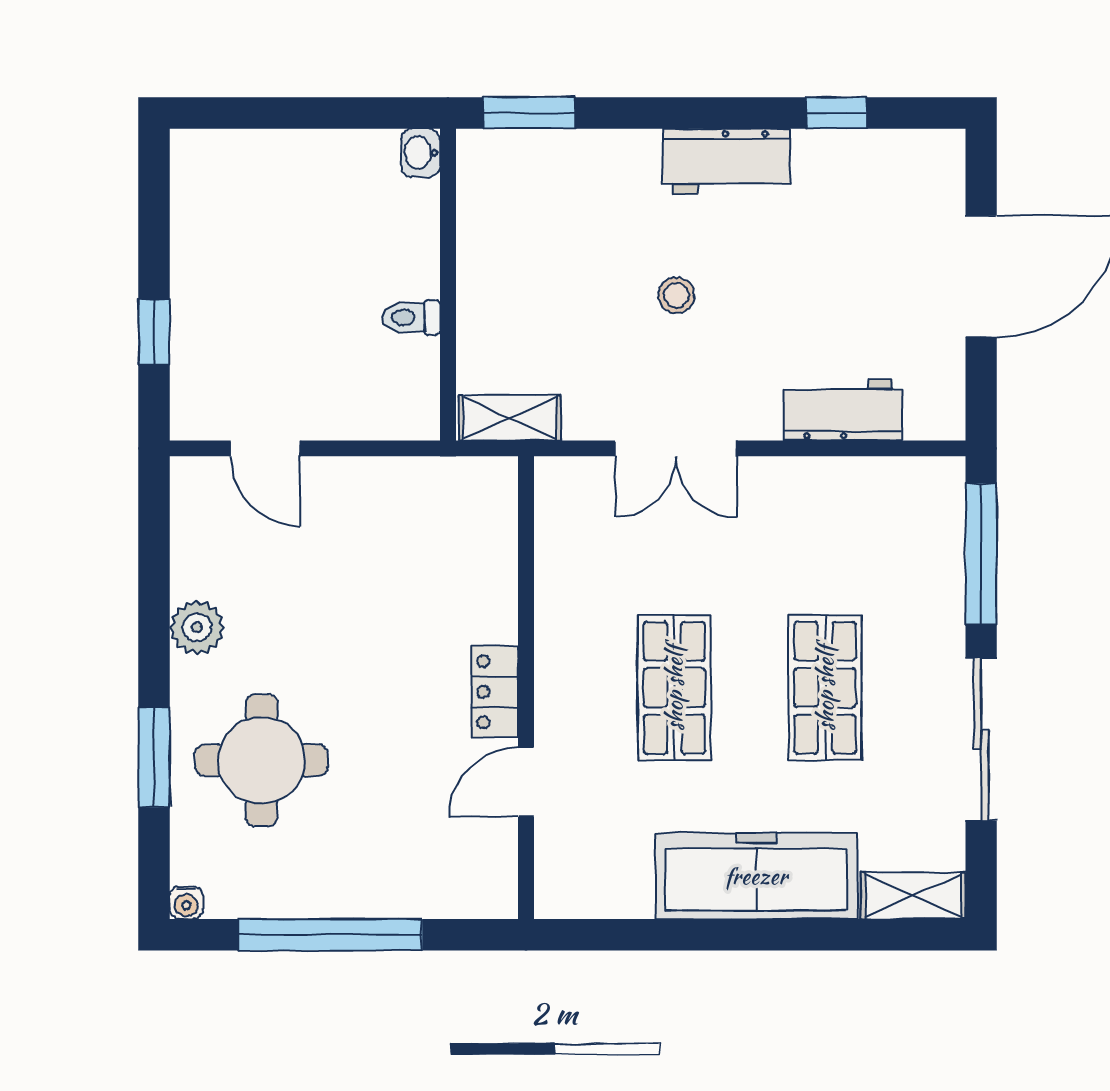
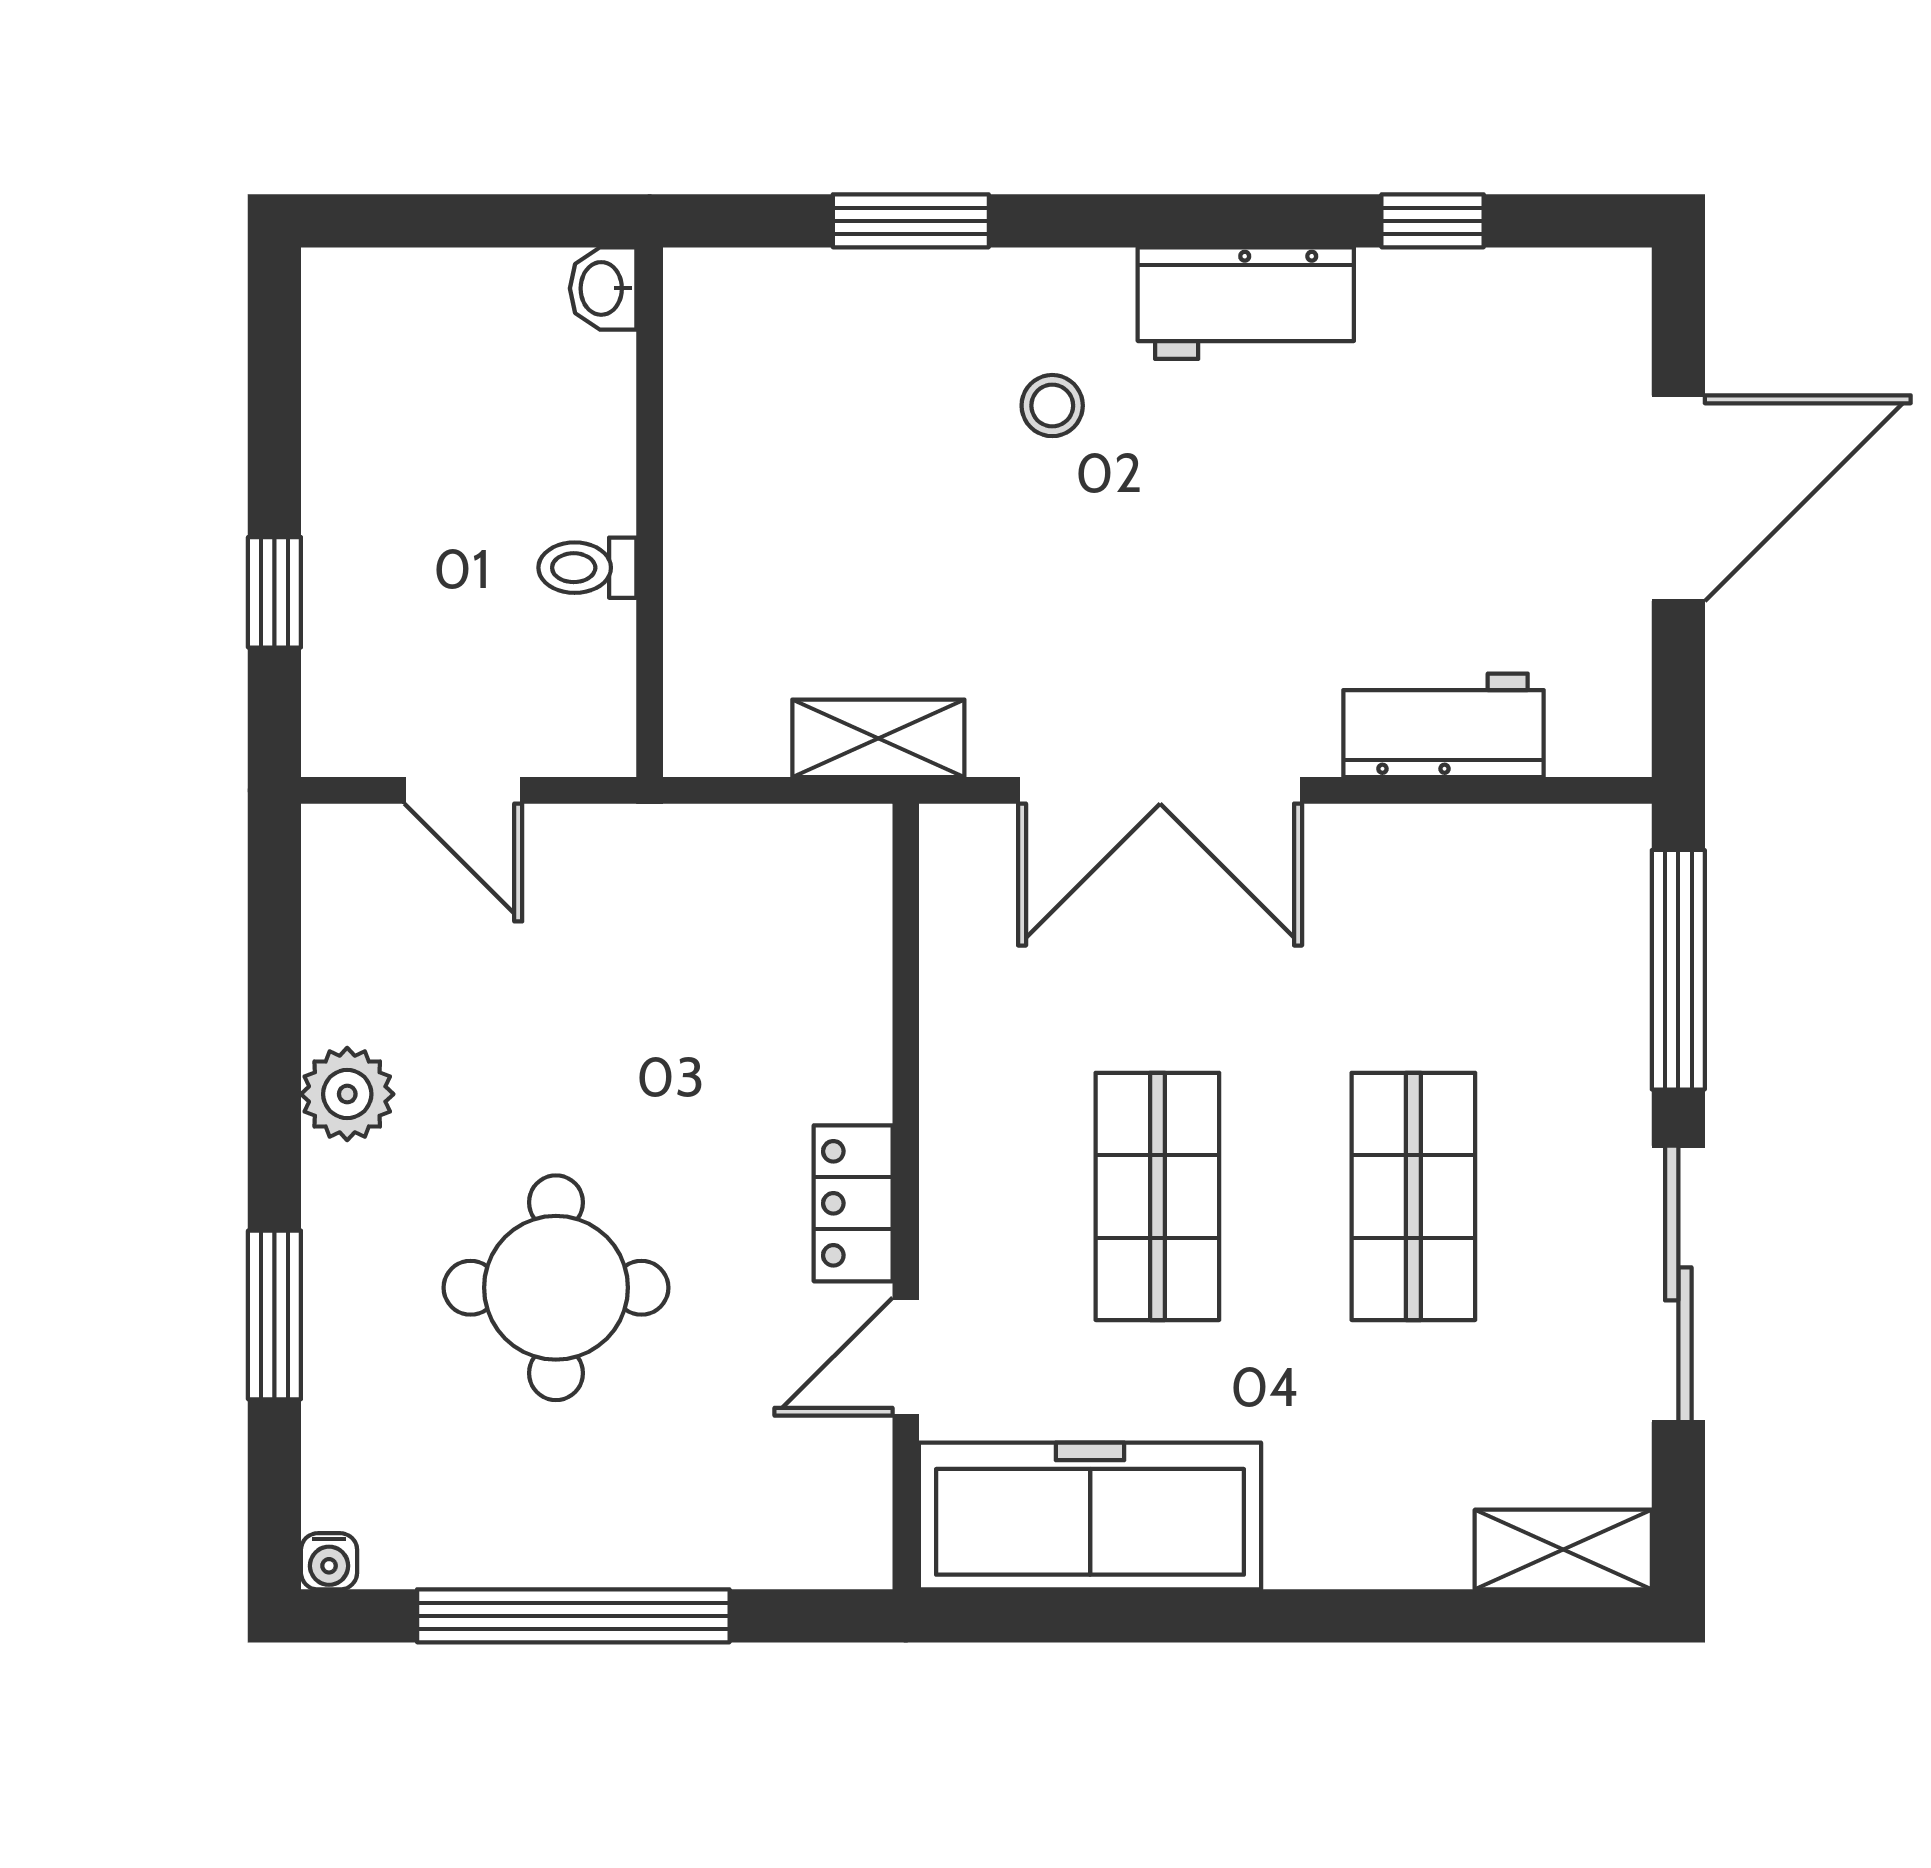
washbasin: (421, 153) -> (603, 288), moved
wall: (448, 285) -> (650, 512), moved
stool: (676, 295) -> (1052, 406), moved
toilet: (411, 317) -> (587, 568), moved
double door: (676, 448) -> (1160, 790), width x1.37
round table: (262, 760) -> (556, 1288), moved
freezer: (756, 876) -> (1090, 1516), moved

